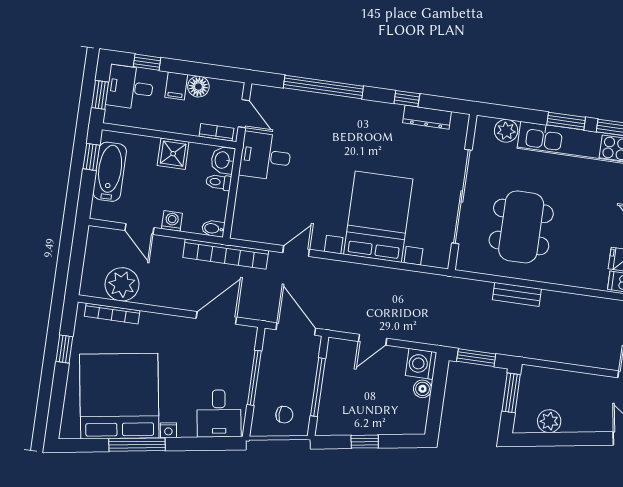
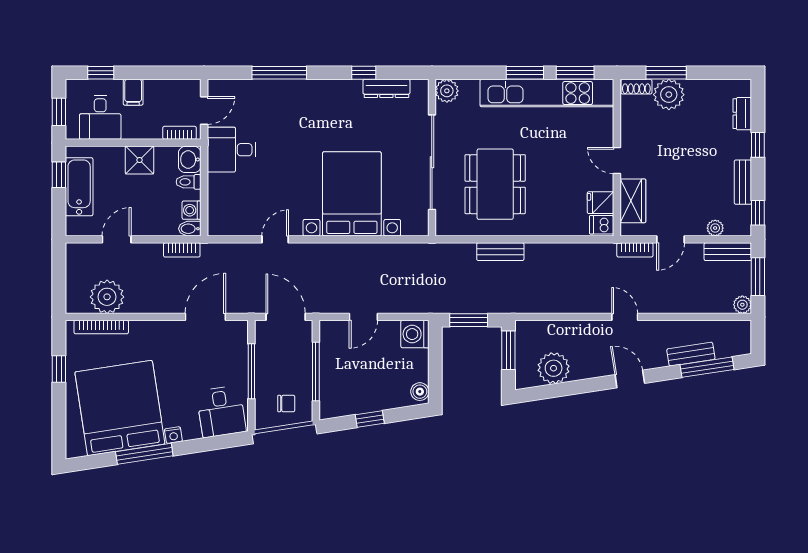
desk: (130, 87) -> (100, 117), moved, turned -90
floor lamp: (198, 87) -> (155, 90), removed
window: (323, 87) -> (279, 73), width x0.68
door: (244, 114) -> (204, 110), hinge flipped
plant: (506, 131) -> (447, 91), moved
washing machine: (172, 221) -> (192, 210), moved, turned -90
door: (139, 229) -> (117, 239), swing flipped
bookcase: (226, 254) -> (182, 250), width x0.43, depth x0.76
boiler: (423, 389) -> (420, 392), moved
plant: (549, 421) -> (554, 368), width x1.36, depth x1.36

